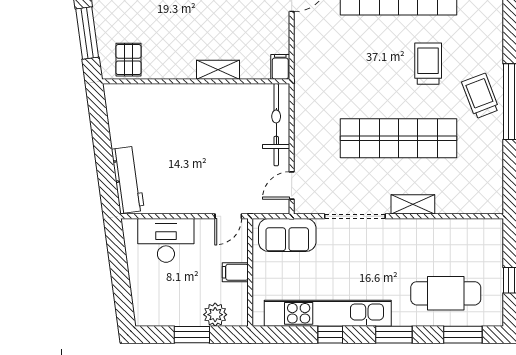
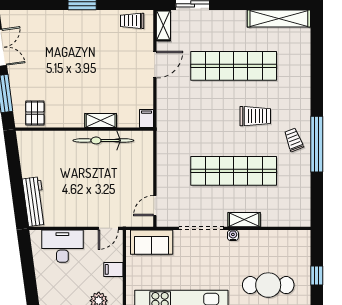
trolley: (428, 64) -> (255, 116), turned 90
trolley: (480, 96) -> (294, 140), width x0.73, depth x0.72
bicycle: (276, 125) -> (103, 140), moved, turned -90
water cooler: (398, 226) -> (233, 235), added

